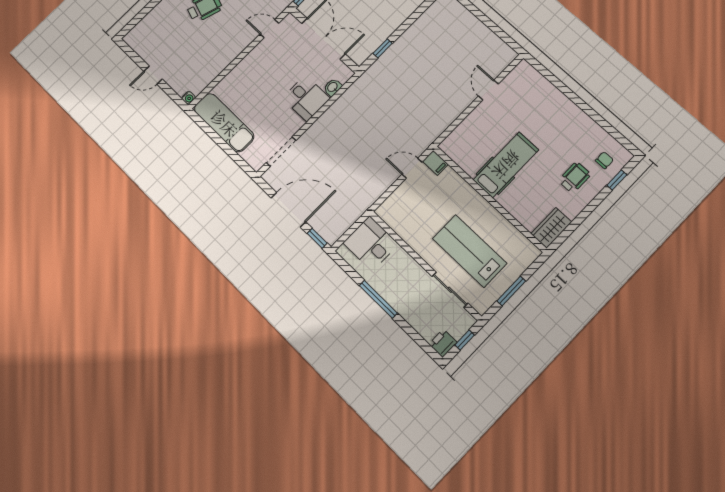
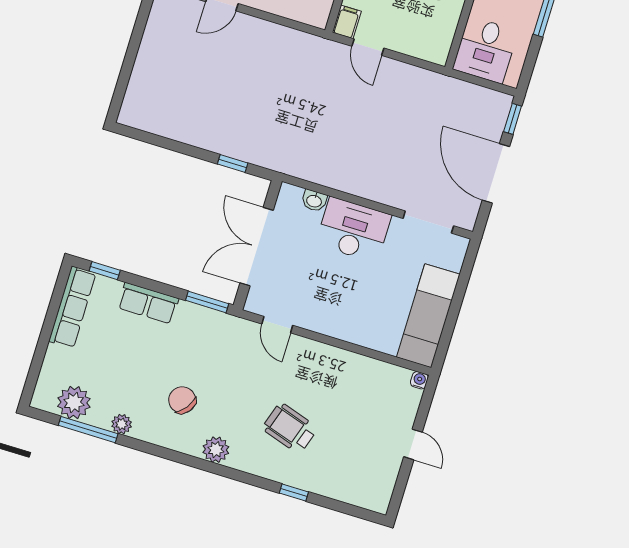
desk: (306, 98) -> (353, 230), width x1.37

